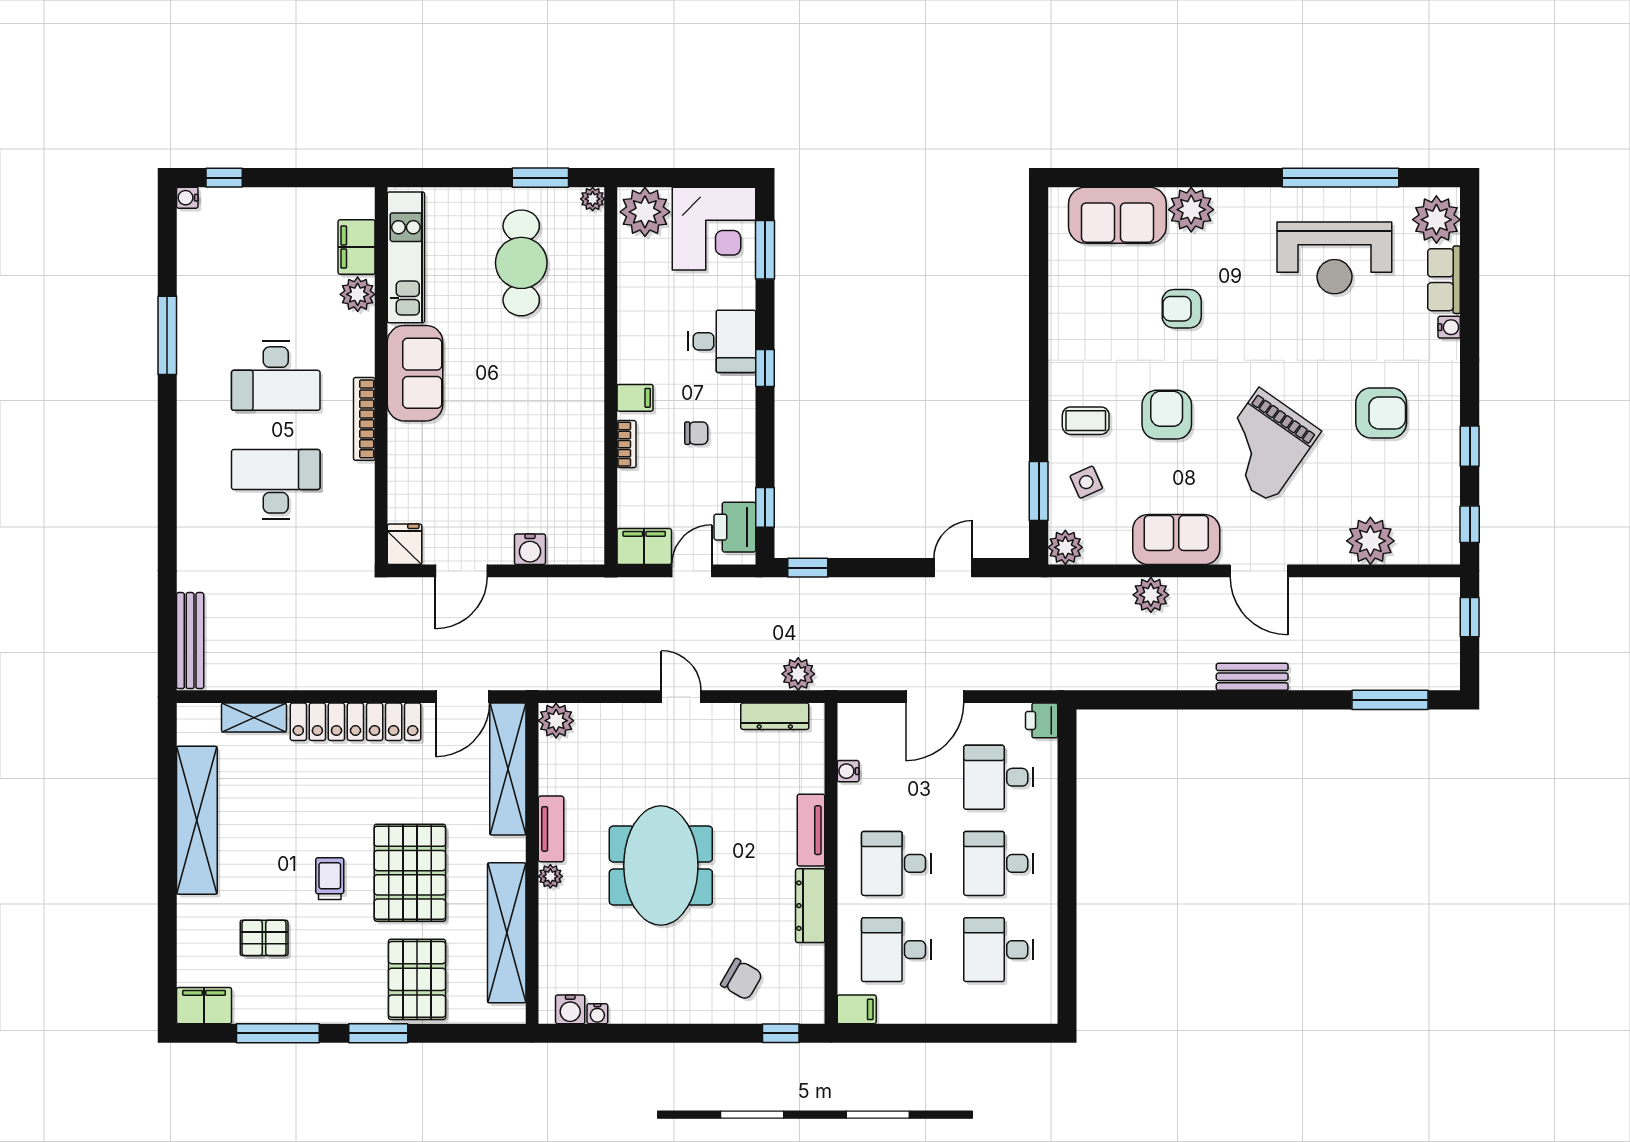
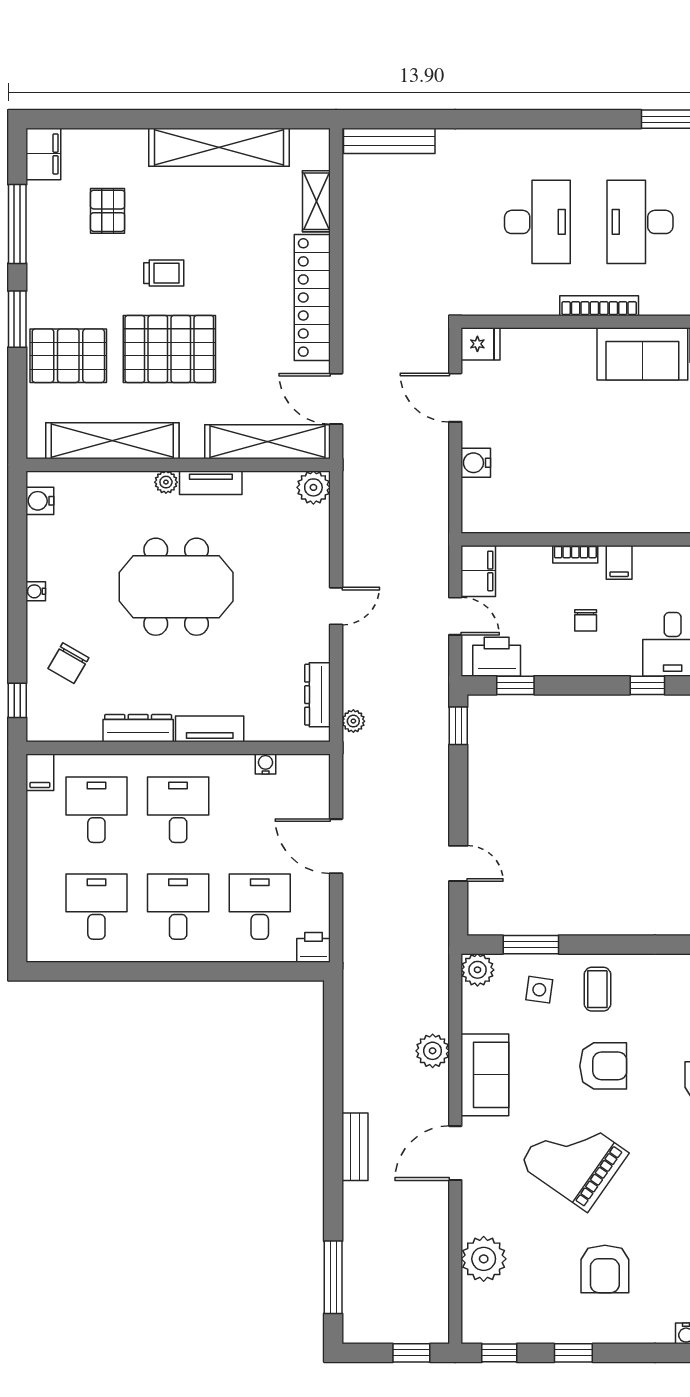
side table: (1086, 482) -> (539, 990), turned 32
plant: (798, 674) -> (353, 721), width x0.73, depth x0.73
water cooler: (597, 1014) -> (36, 591), moved

